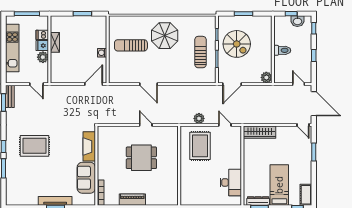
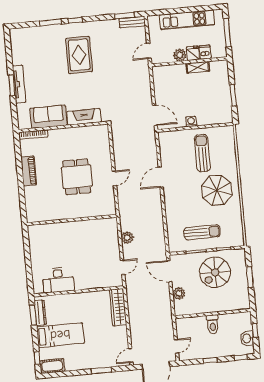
plant: (266, 77) -> (179, 293), moved
rug: (200, 146) -> (96, 242), removed

